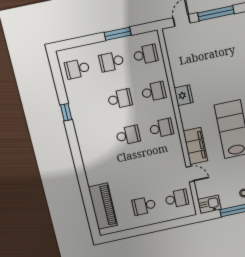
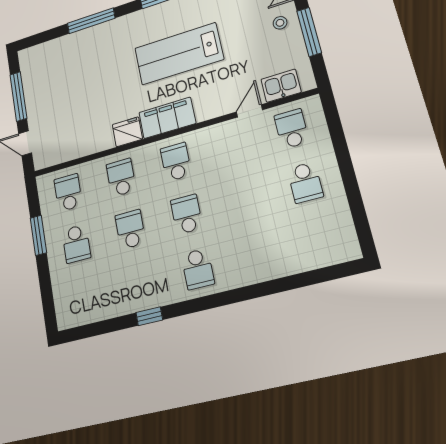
school desk: (77, 69) -> (198, 269), moved
filing cabinet: (195, 146) -> (167, 118), moved
kitchen sink: (209, 204) -> (281, 86), moved, turned 90
piano: (103, 206) -> (308, 254), removed

